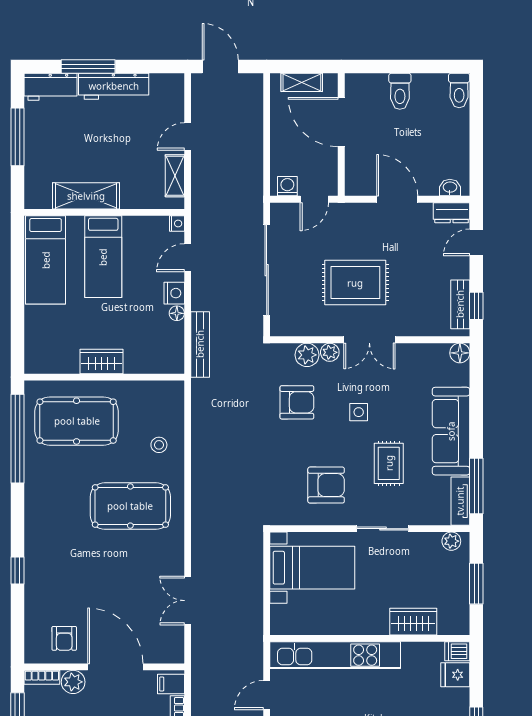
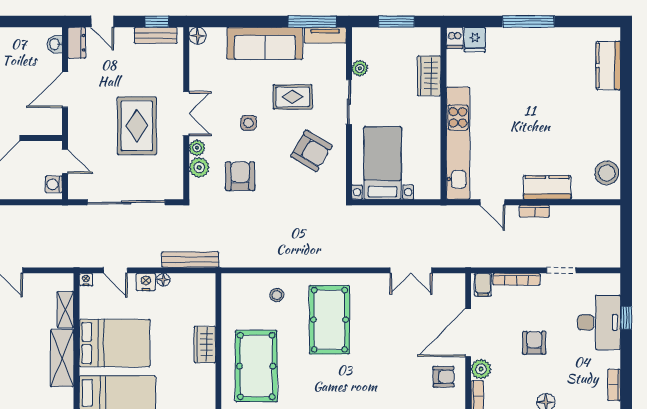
shelving: (175, 176) -> (65, 310), moved, turned 90
bed: (103, 257) -> (115, 343), width x1.50
armchair: (326, 485) -> (311, 151), turned 121
plant: (451, 541) -> (360, 68), moved

